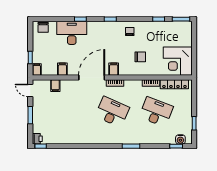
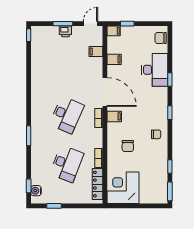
printer: (37, 139) -> (65, 31), moved

